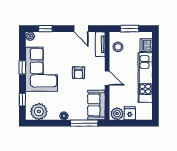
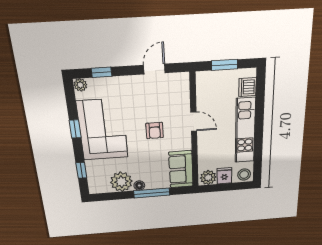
door: (81, 29) -> (154, 69), swing flipped
tv unit: (100, 44) -> (183, 90), removed
stool: (118, 47) -> (244, 175), moved
door: (107, 78) -> (194, 122), moved
plant: (39, 112) -> (121, 182), moved
window: (84, 123) -> (152, 193), moved

